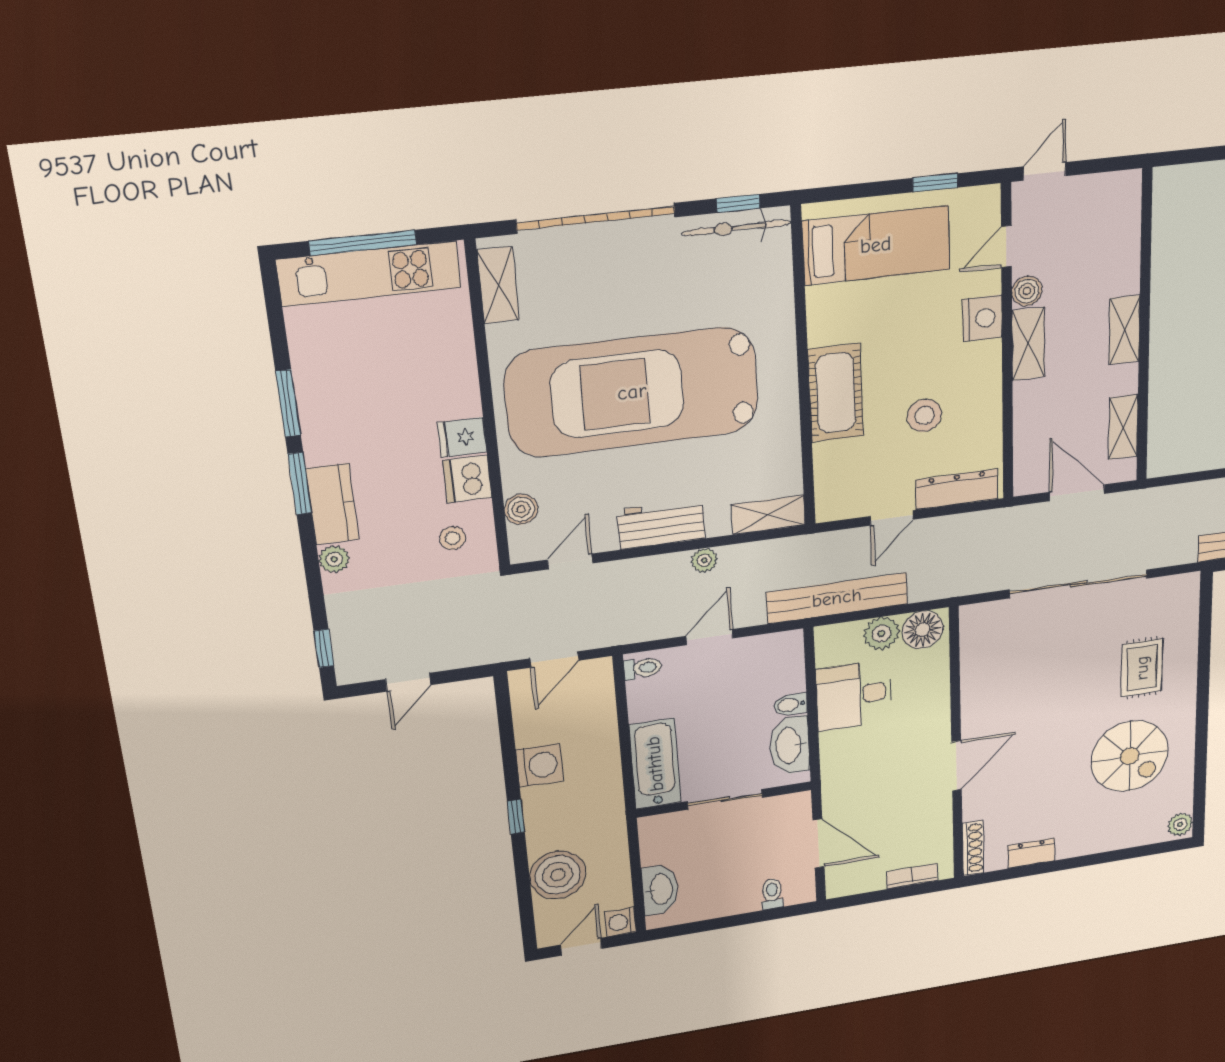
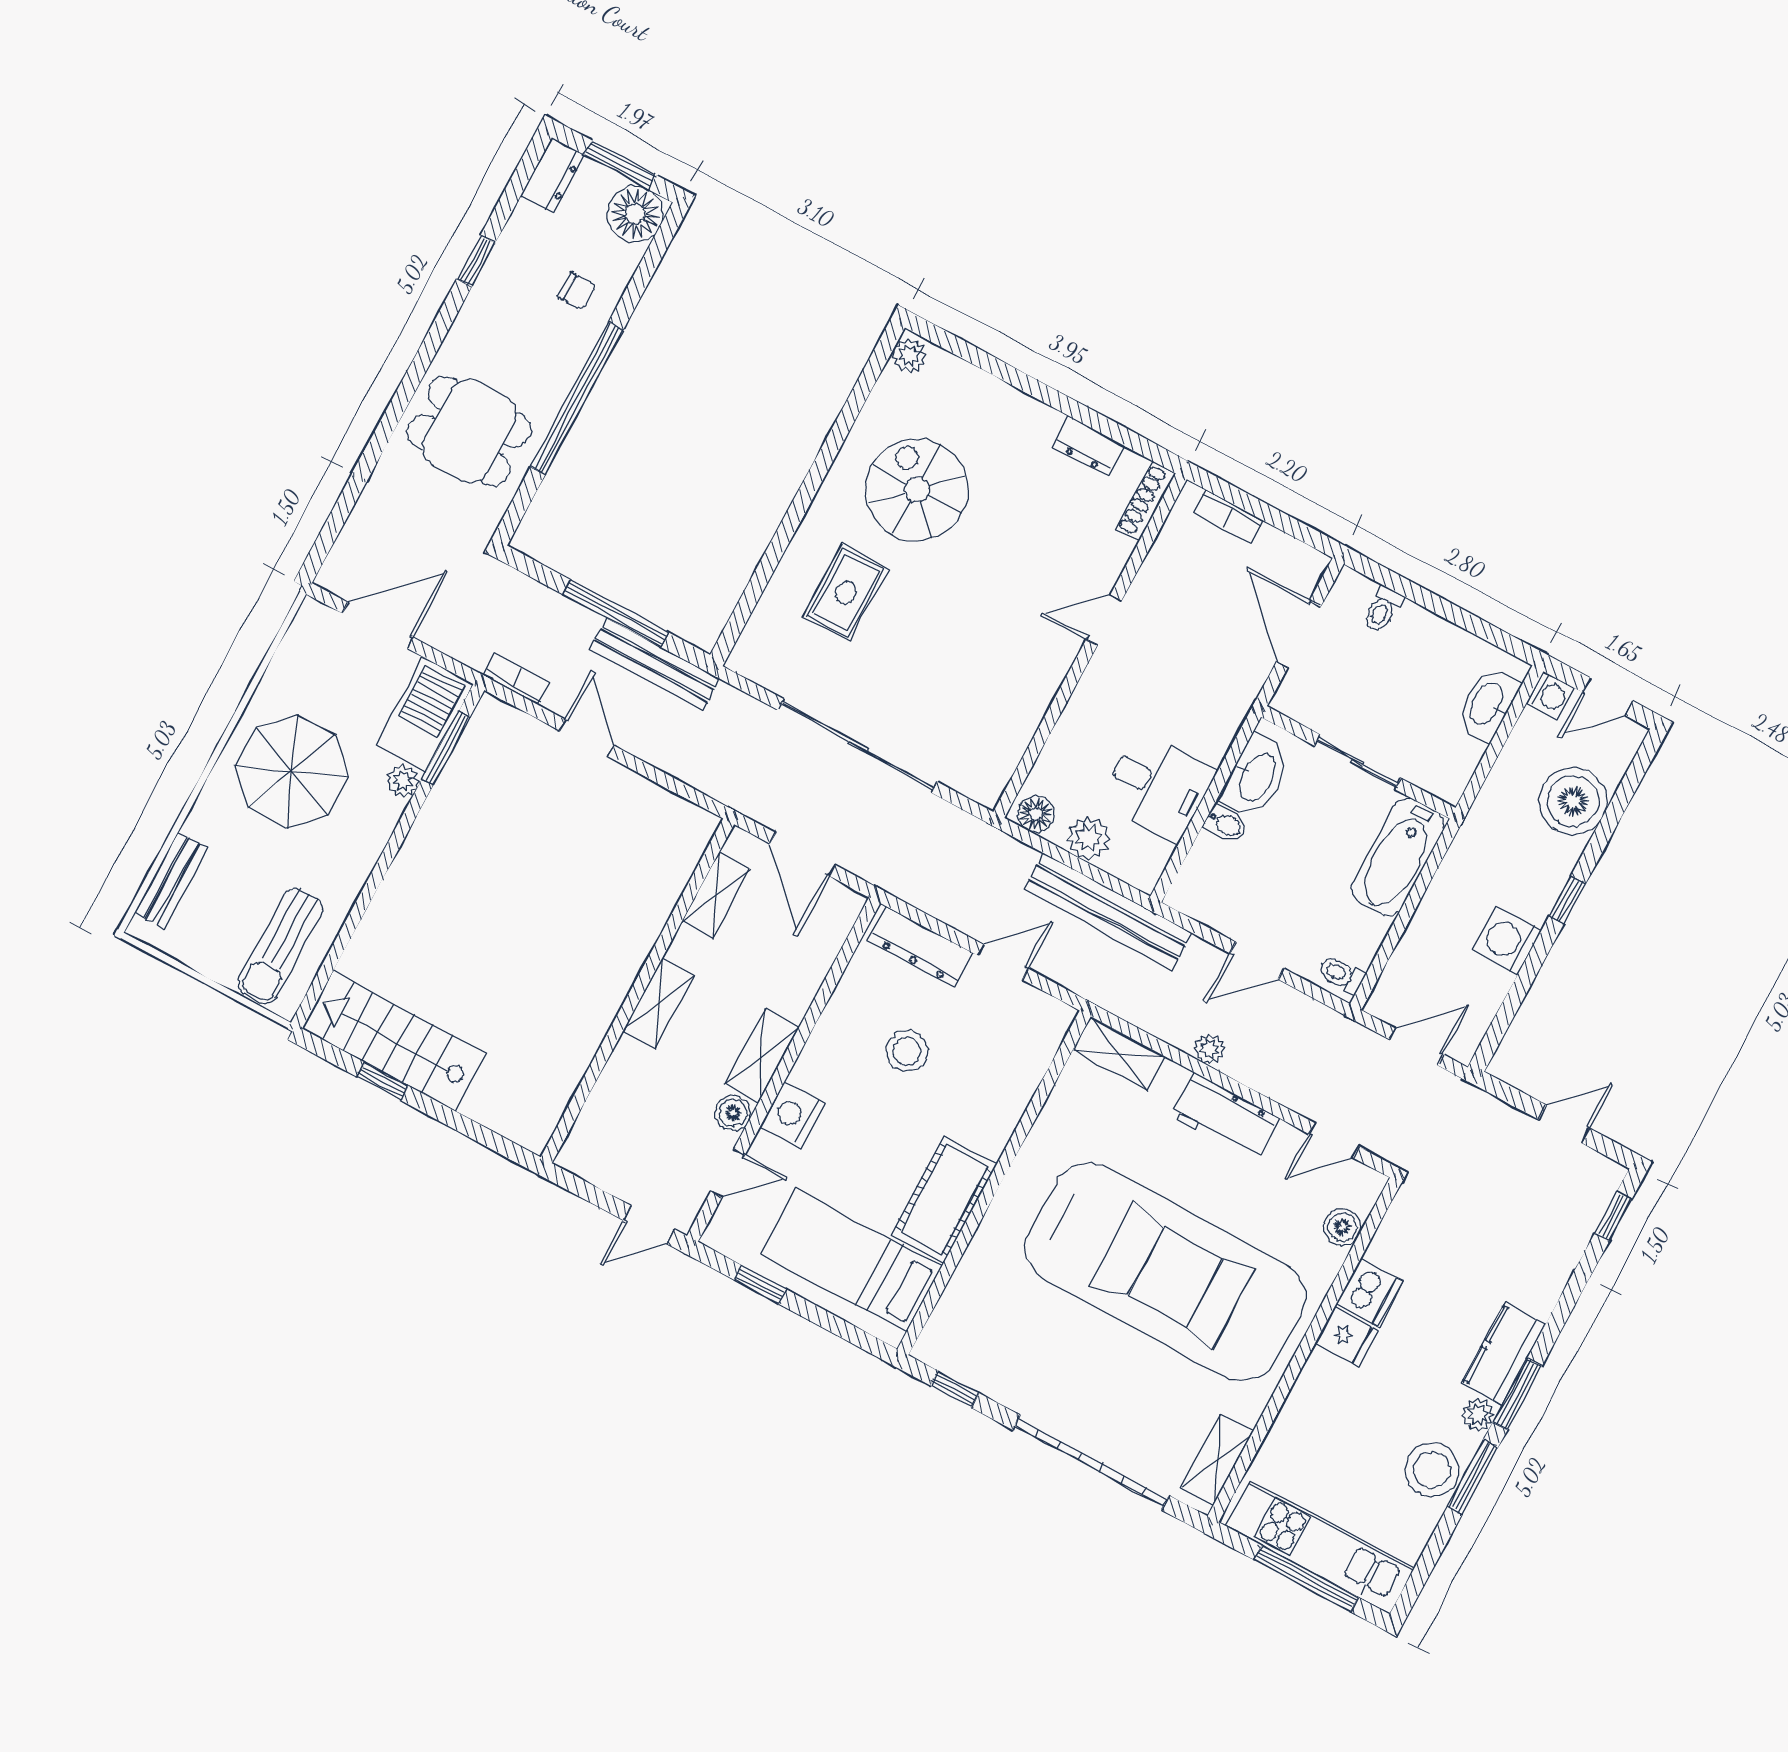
bicycle: (737, 228) -> (970, 1367), removed
cot: (836, 393) -> (944, 1200), moved
stool: (453, 538) -> (1432, 1470), moved, width x1.89, depth x1.89
plant: (334, 559) -> (1478, 1415), moved
floor lamp: (923, 630) -> (1036, 814), width x0.73, depth x0.73
door: (957, 766) -> (1104, 620), width x0.73

